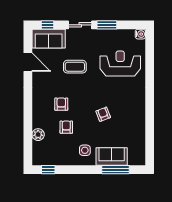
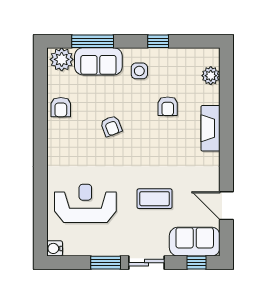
reception desk: (120, 64) -> (85, 203), turned 180
armchair: (61, 104) -> (61, 107), moved
fireplace: (38, 113) -> (211, 128), added
plant: (38, 135) -> (211, 76), moved
plant: (136, 158) -> (62, 59), added
window: (48, 170) -> (158, 41), moved

